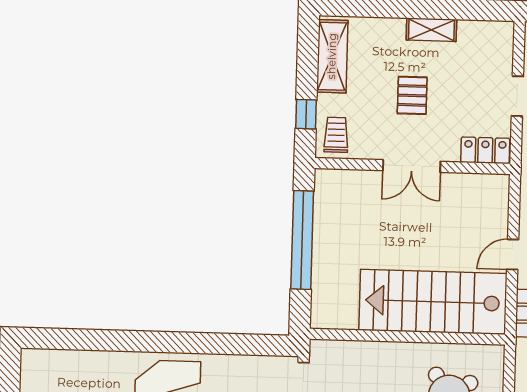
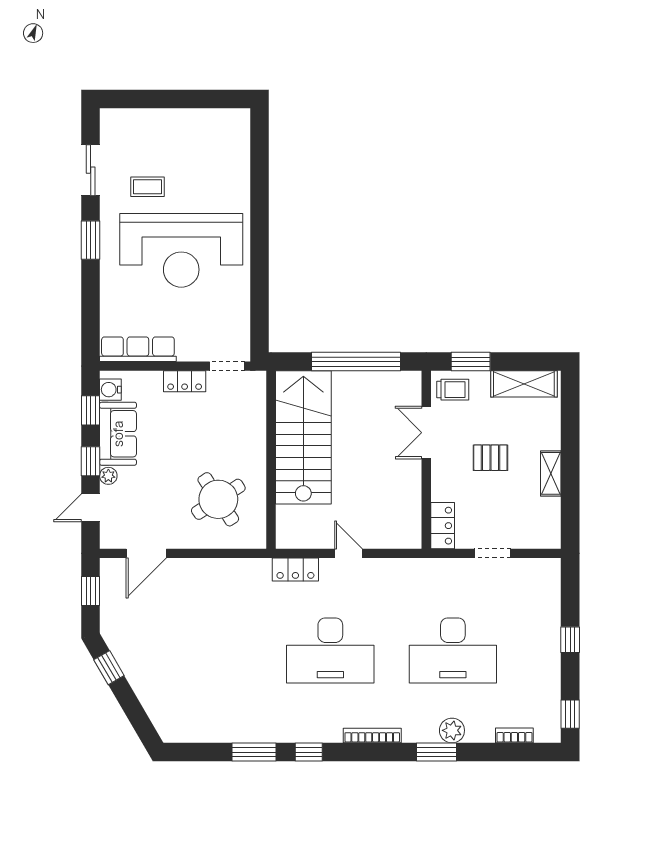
window: (306, 114) -> (471, 362), width x1.50
double door: (412, 166) -> (426, 433), moved
stairs: (433, 302) -> (303, 437), moved

